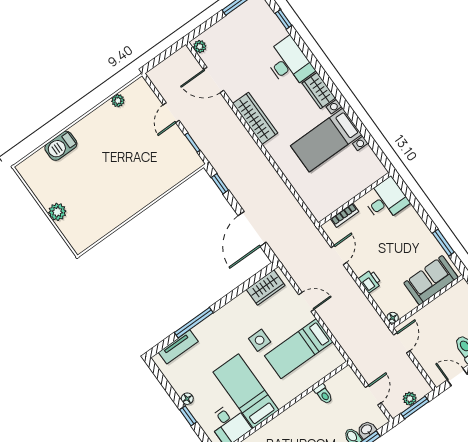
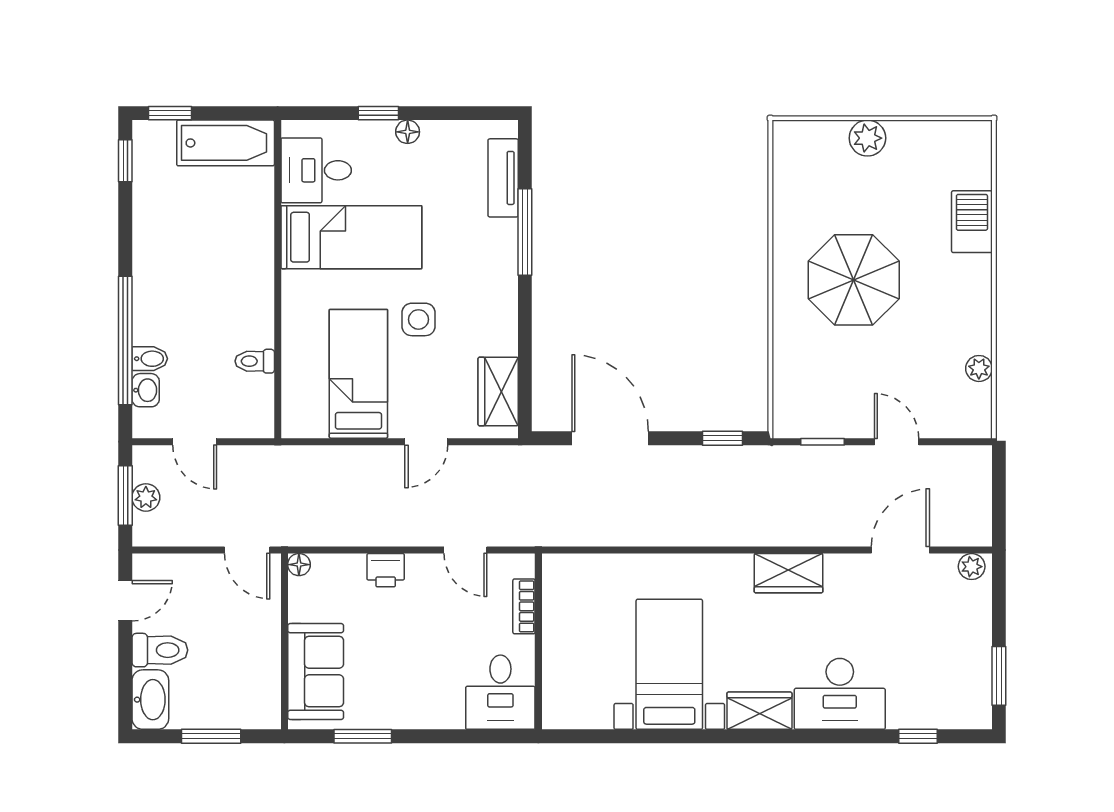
wardrobe: (255, 118) -> (789, 573), width x0.67
parasol: (118, 177) -> (854, 280), added

